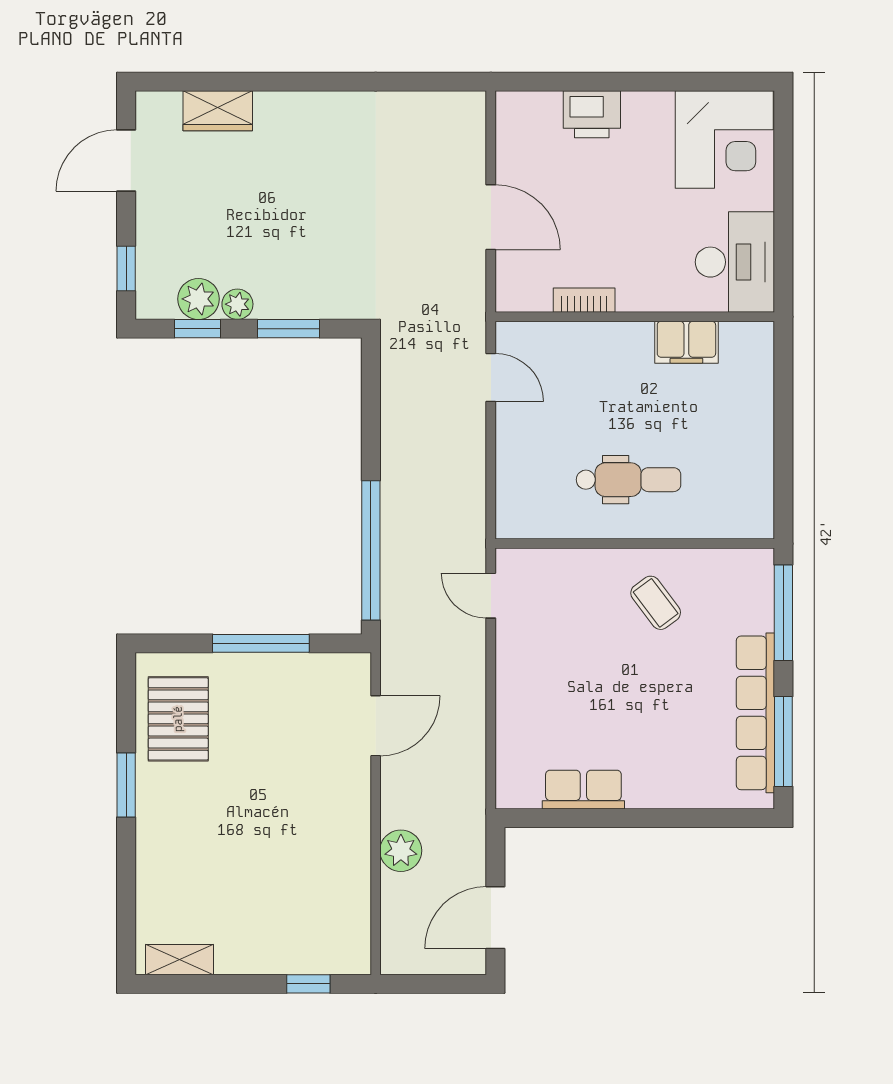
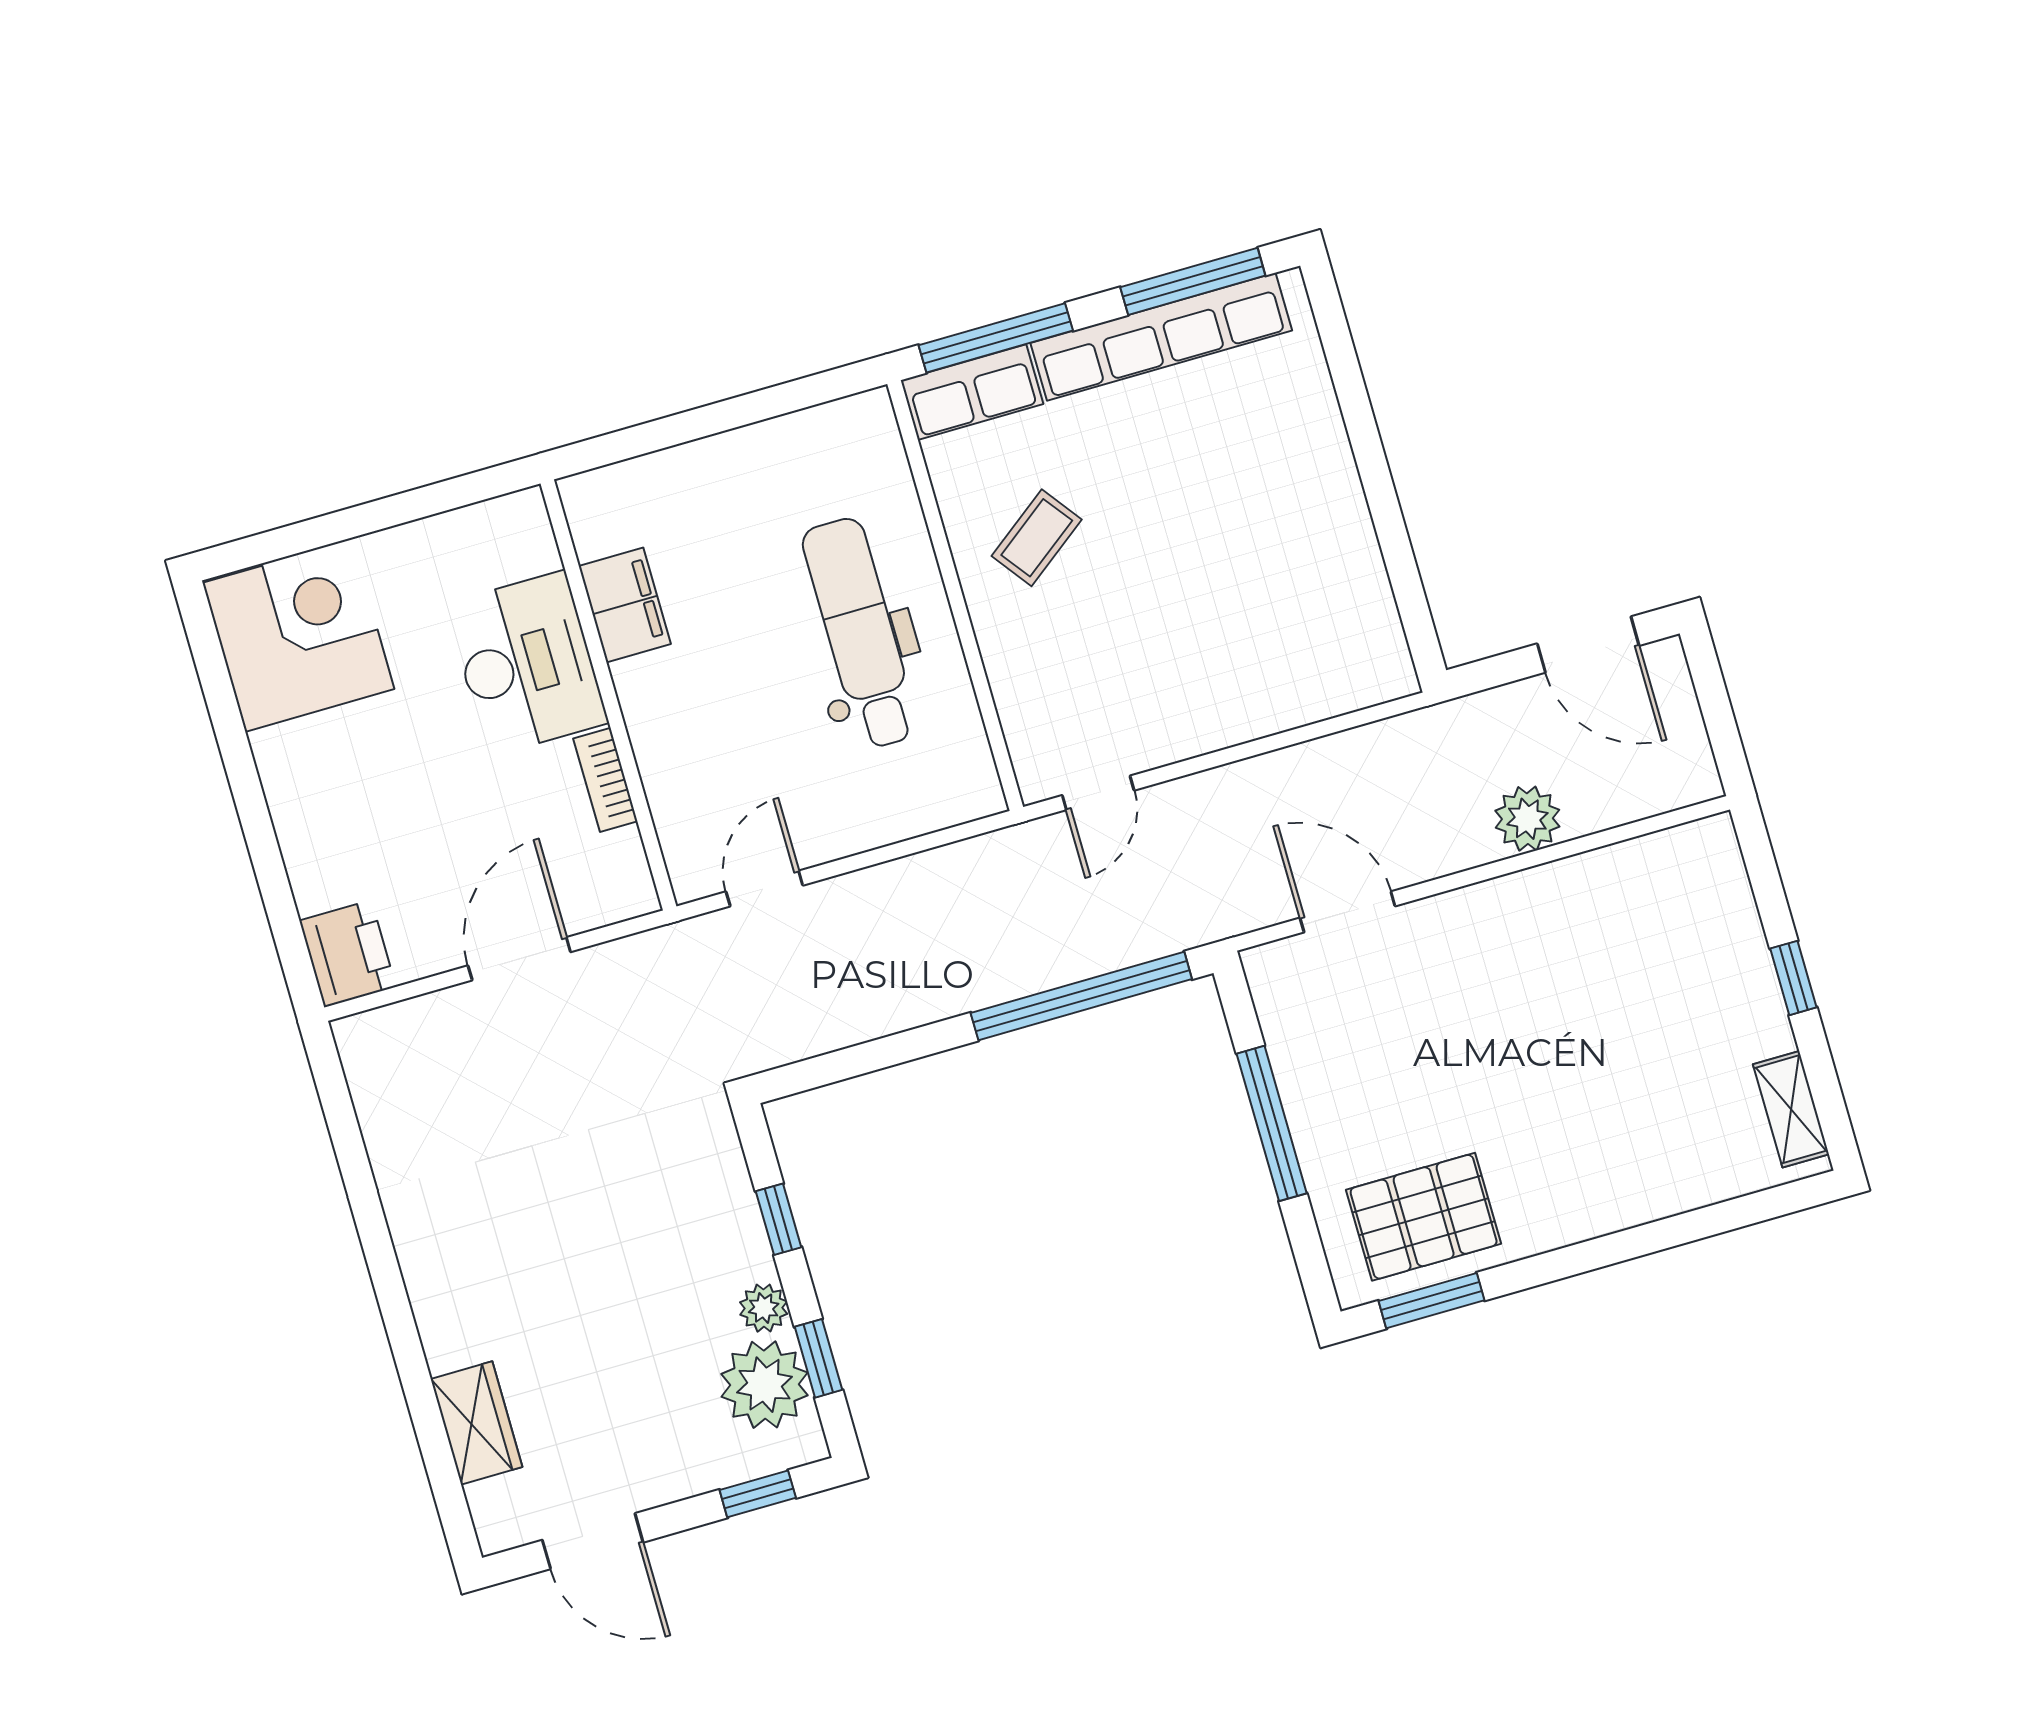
printer: (592, 114) -> (348, 954), moved
desk: (735, 262) -> (527, 663), moved, turned 90
plant: (198, 299) -> (764, 1385), width x1.36, depth x1.36
window: (288, 329) -> (779, 1219), width x0.67
dental chair: (629, 480) -> (860, 633), width x1.36, depth x1.38
window: (126, 785) -> (1431, 1301), moved
row of seats: (583, 790) -> (972, 392), moved, turned -90
window: (308, 984) -> (1793, 978), moved

